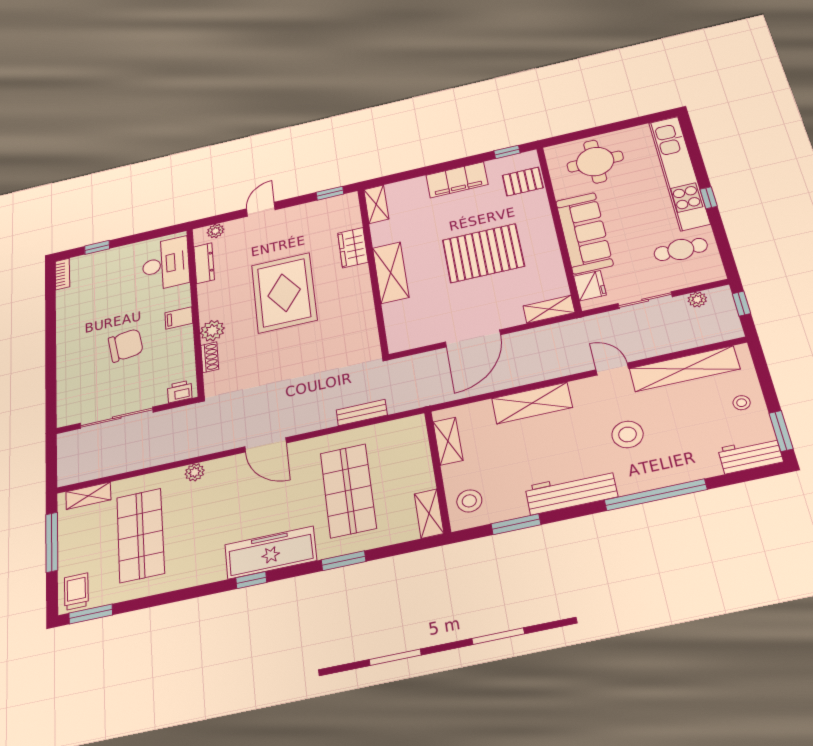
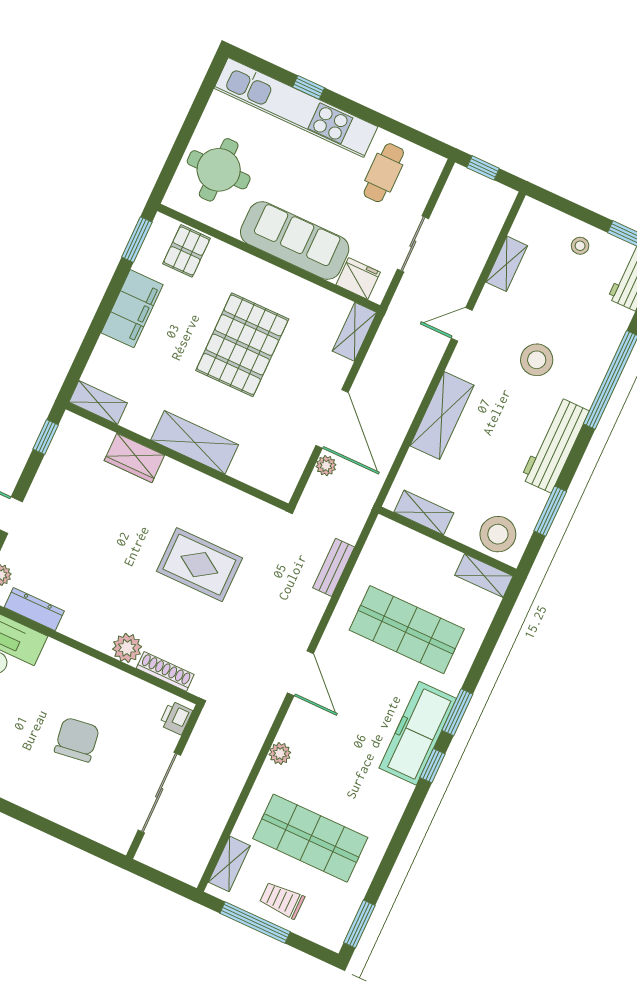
window: (507, 152) -> (137, 240), width x1.50
window: (709, 198) -> (309, 87), moved
rug: (284, 293) -> (199, 565), moved, width x0.73, depth x0.69
plant: (697, 299) -> (326, 466), moved
filing cabinet: (179, 318) -> (85, 671), removed
shoe rack: (210, 357) -> (165, 671), width x1.43
shelving: (684, 369) -> (507, 264), width x0.45, depth x0.75
door: (265, 445) -> (300, 673), hinge flipped
stool: (469, 501) -> (498, 534), width x1.38, depth x1.38
window: (343, 561) -> (457, 712), moved
trolley: (76, 592) -> (282, 900), moved

